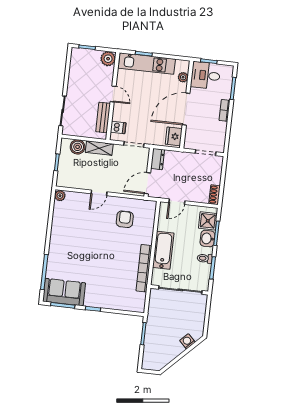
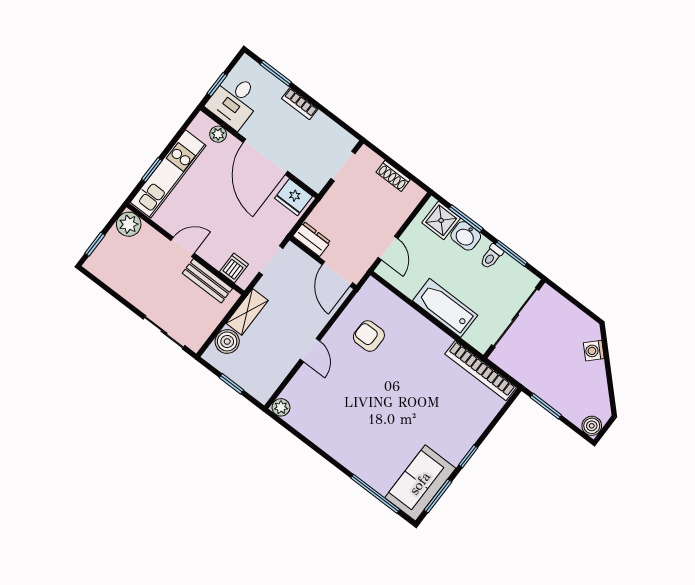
shoe rack: (215, 195) -> (393, 176), moved
bookcase: (144, 268) -> (481, 371), moved
boiler: (148, 364) -> (592, 426), added

